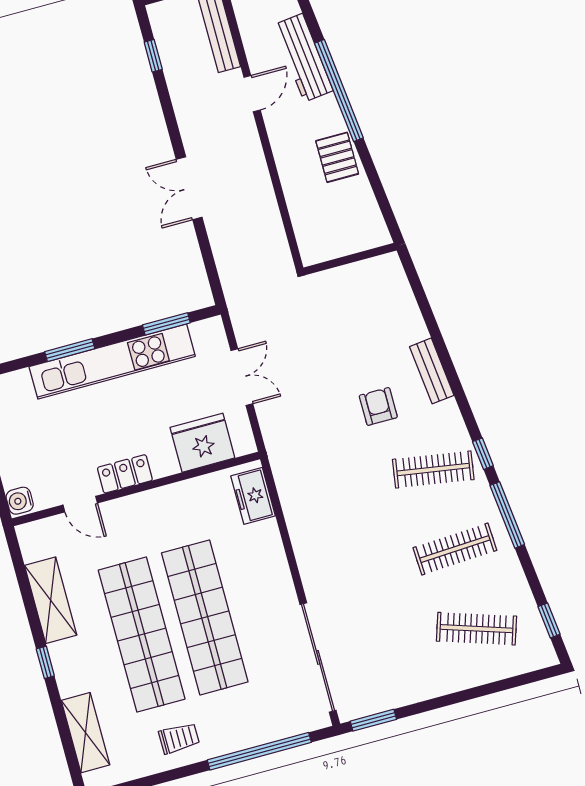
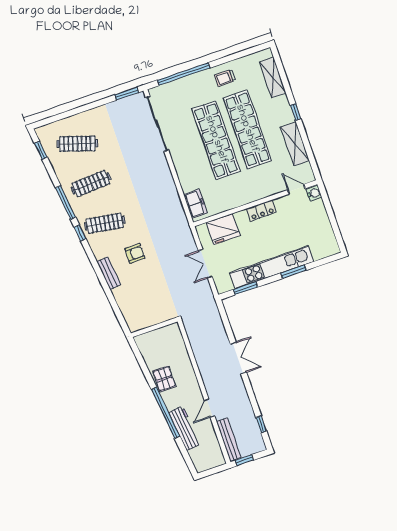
armchair: (378, 406) -> (135, 253), turned -90
door: (80, 504) -> (296, 189), moved

